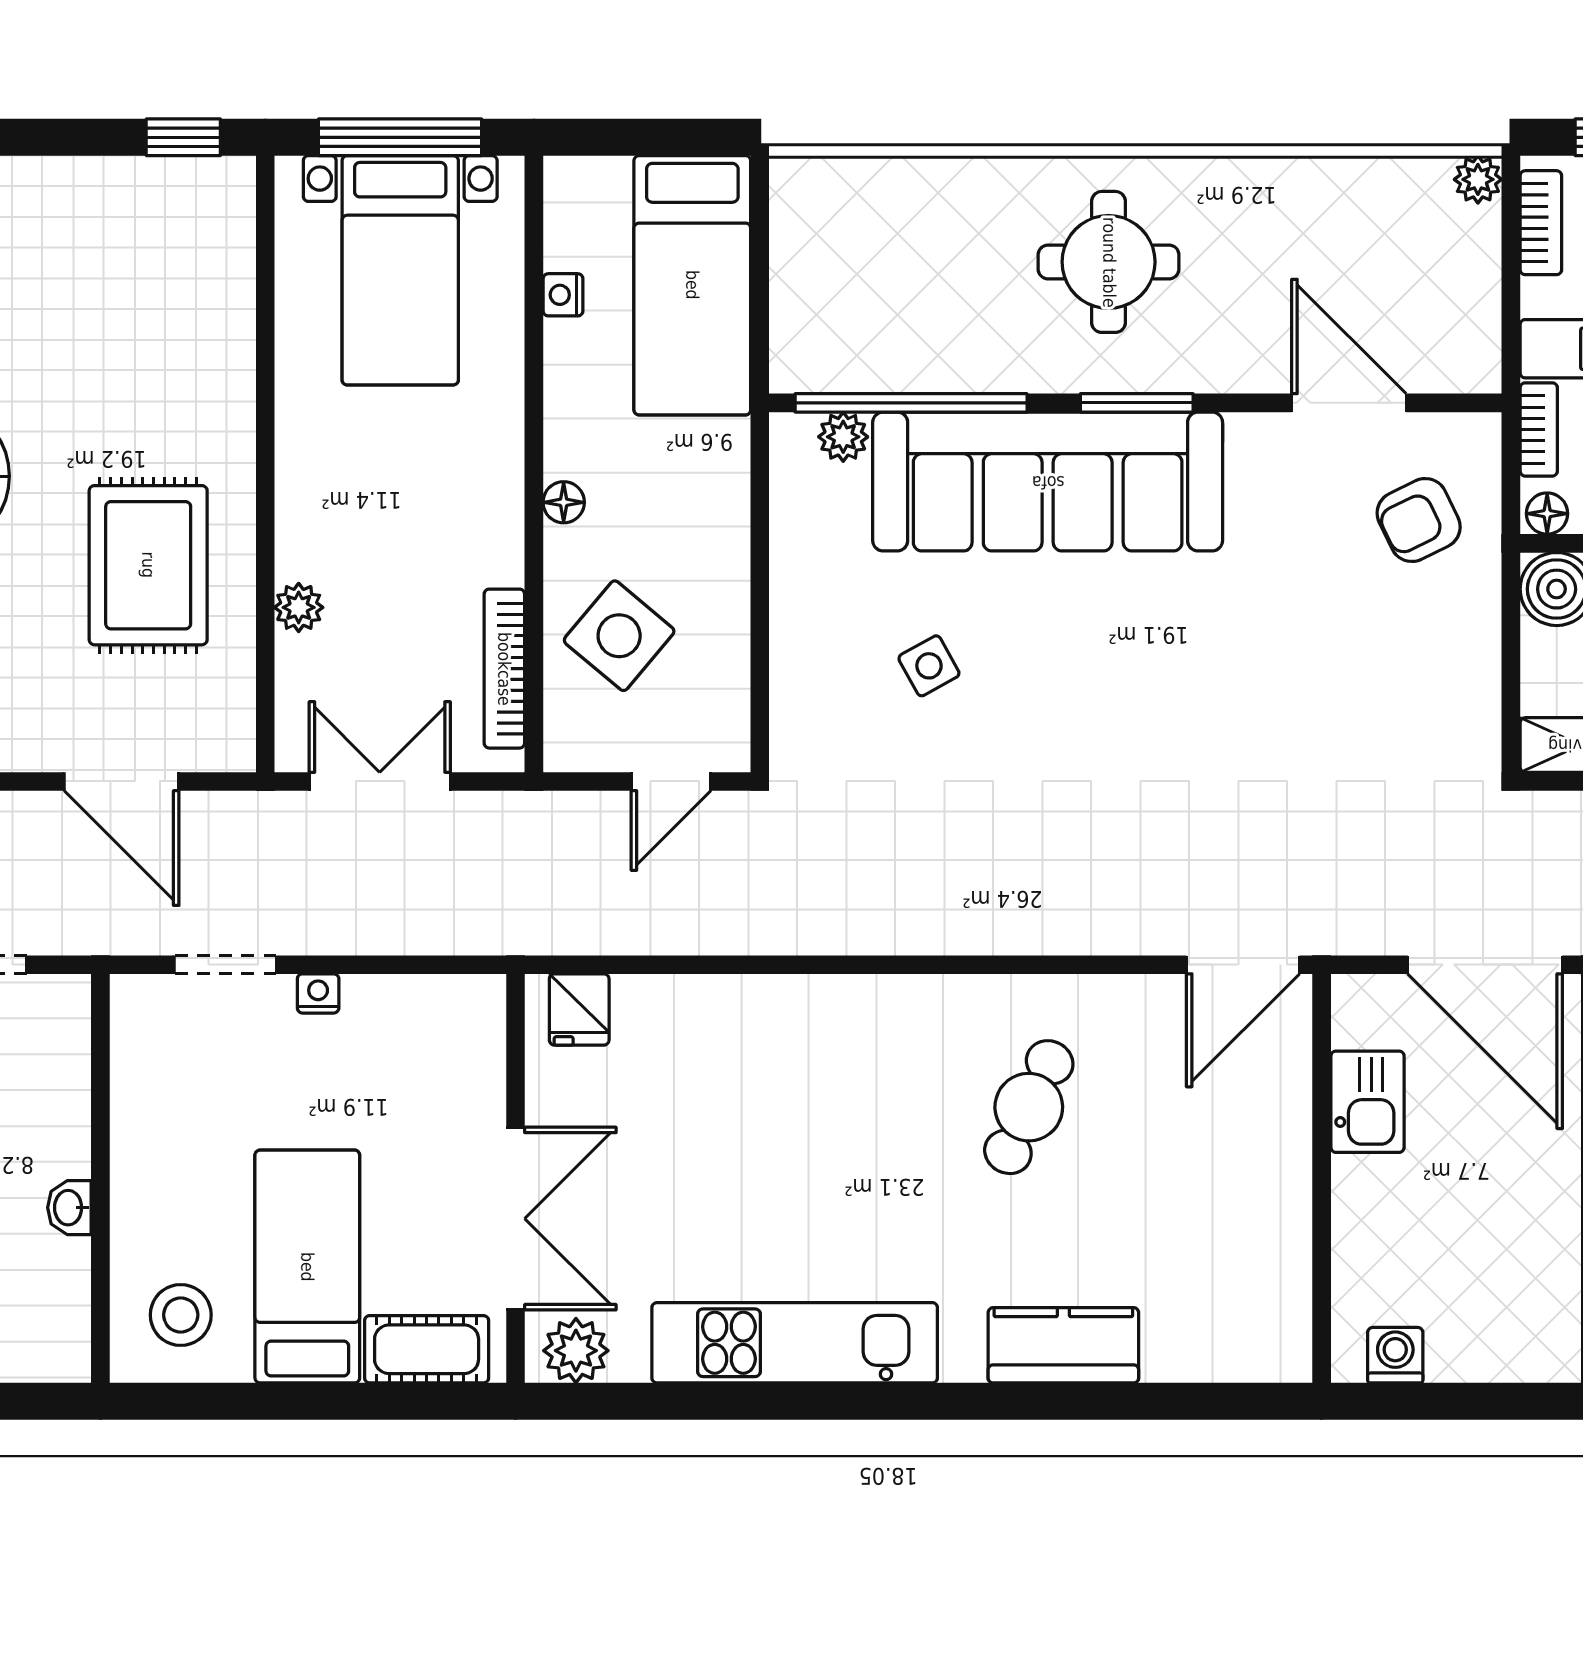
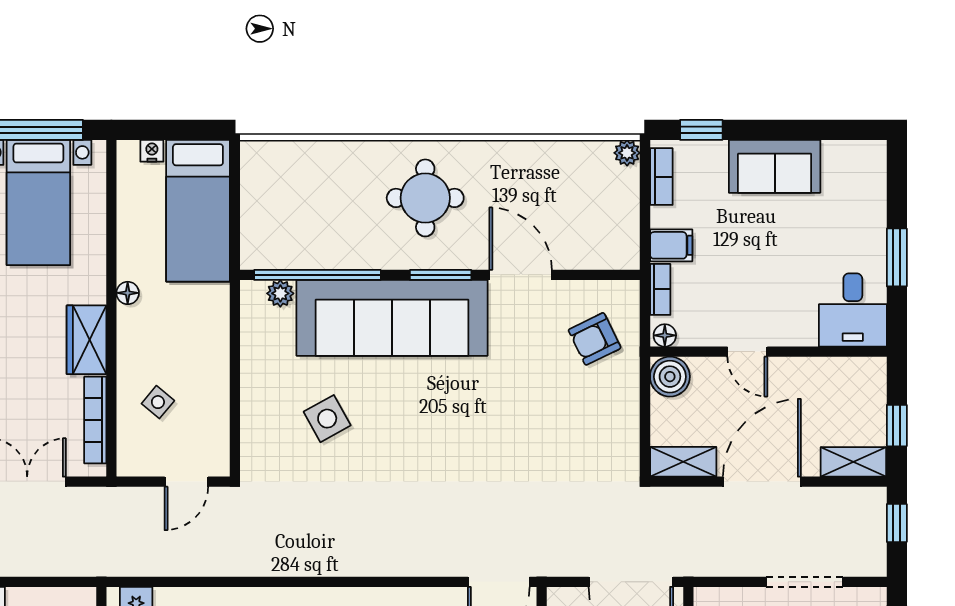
nightstand: (563, 295) -> (152, 151), moved, turned 90
door: (1349, 403) -> (521, 275), moved
floor lamp: (564, 502) -> (128, 293), moved
wardrobe: (488, 522) -> (87, 340), added
side table: (619, 636) -> (158, 402), width x0.54, depth x0.54
side table: (929, 666) -> (327, 419), width x1.37, depth x1.37

